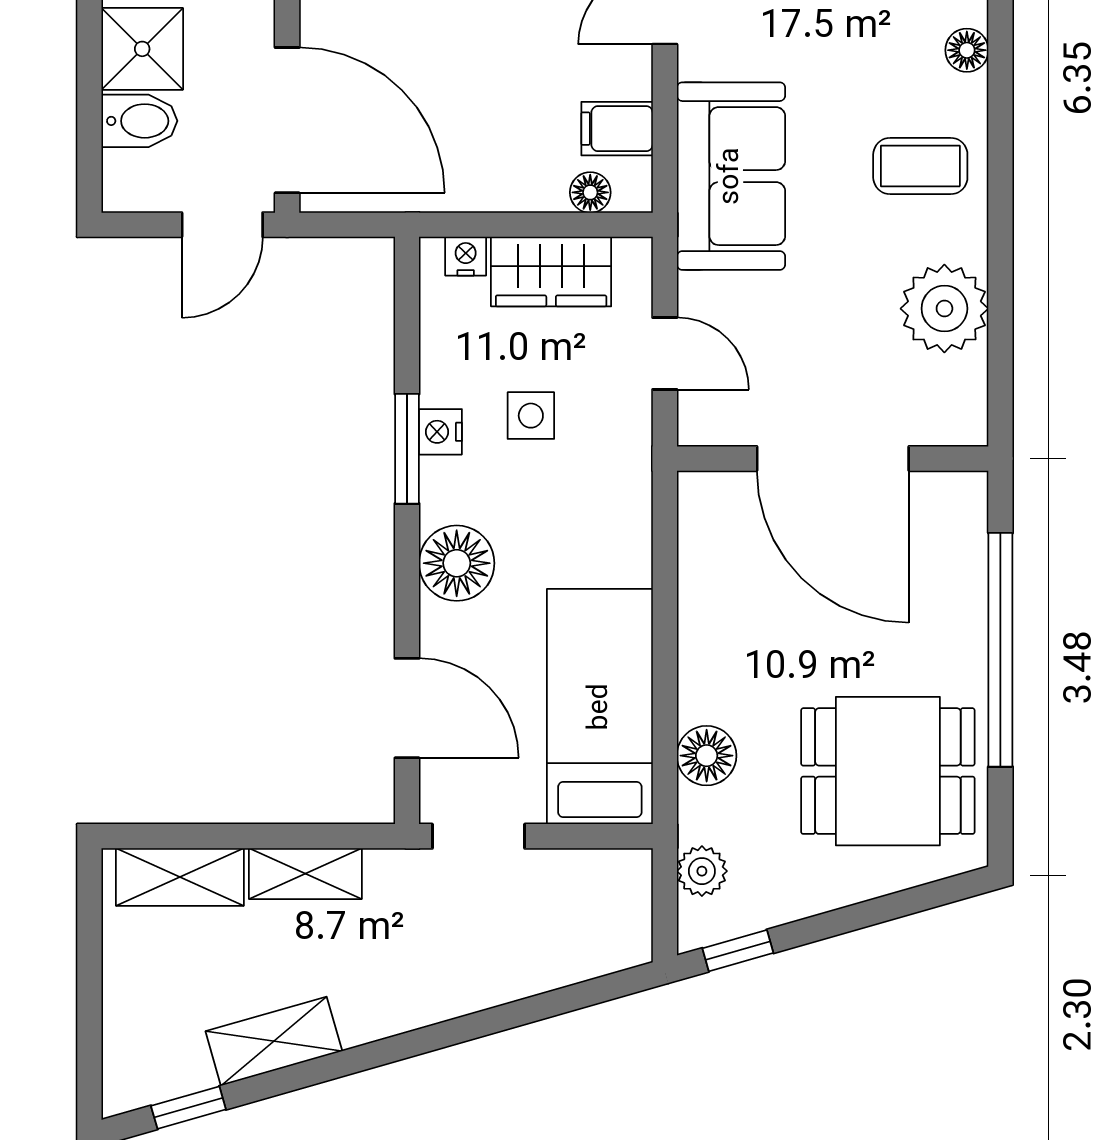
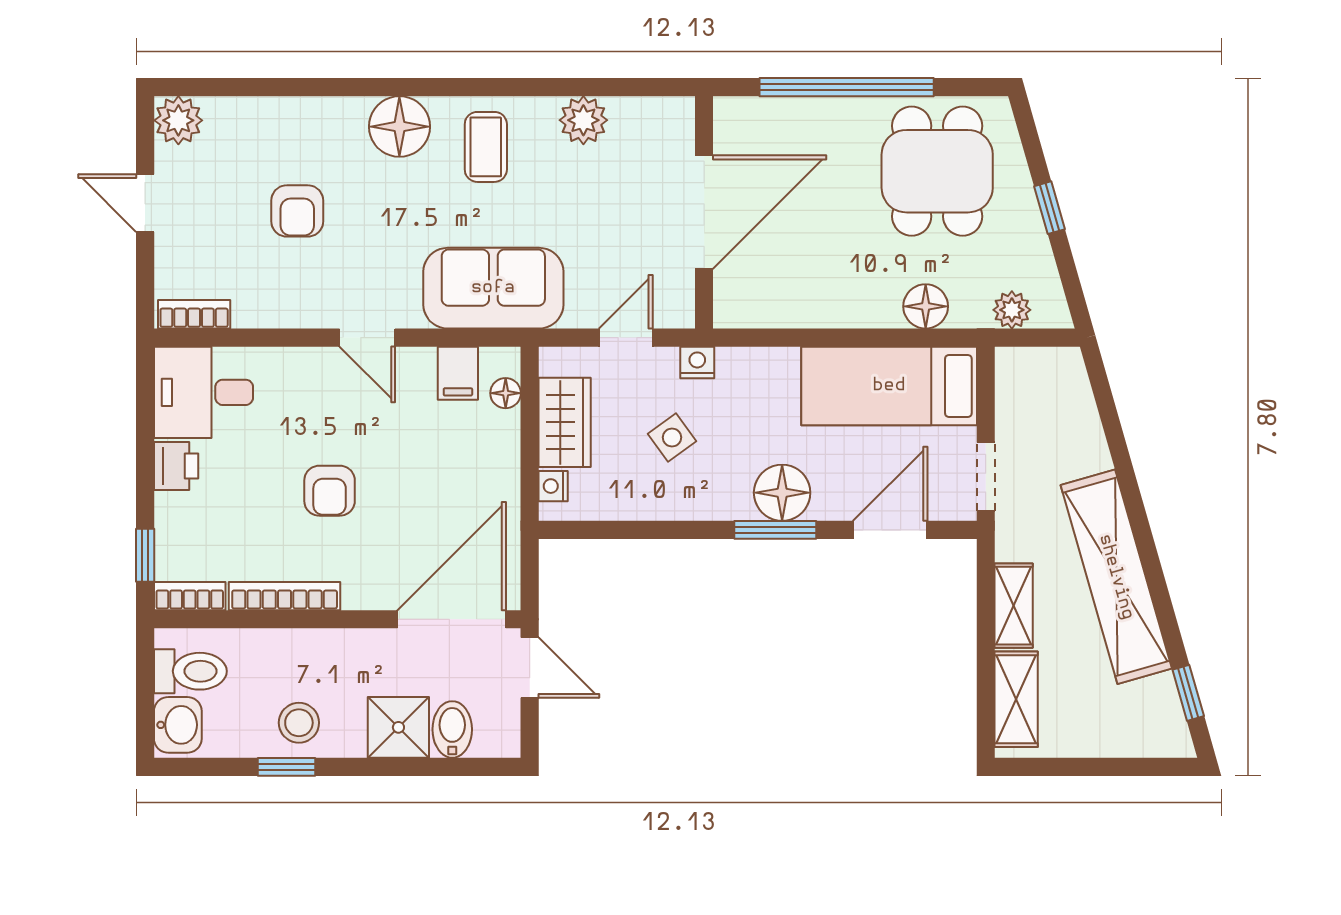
floor lamp: (967, 50) -> (399, 127), width x1.89, depth x1.89
plant: (944, 309) -> (583, 120), width x0.73, depth x0.73
side table: (531, 416) -> (672, 437), turned -36
nightstand: (440, 432) -> (697, 363), moved, turned 180
window: (407, 449) -> (775, 530), moved
window: (738, 951) -> (1049, 208), moved
shelving: (274, 1041) -> (1116, 577), width x2.20, depth x1.33

